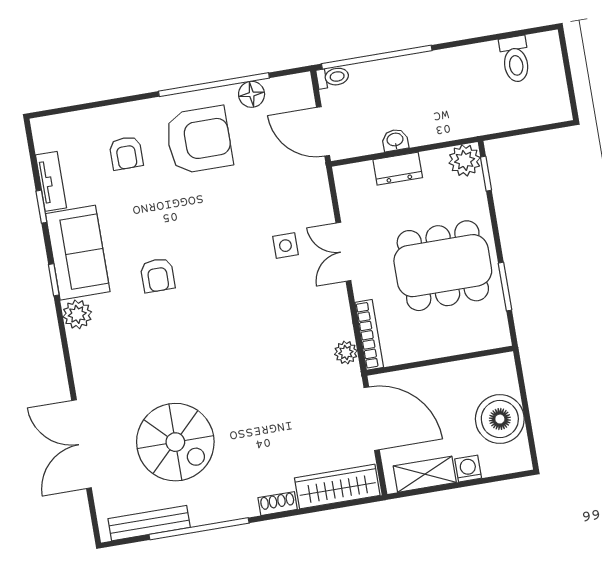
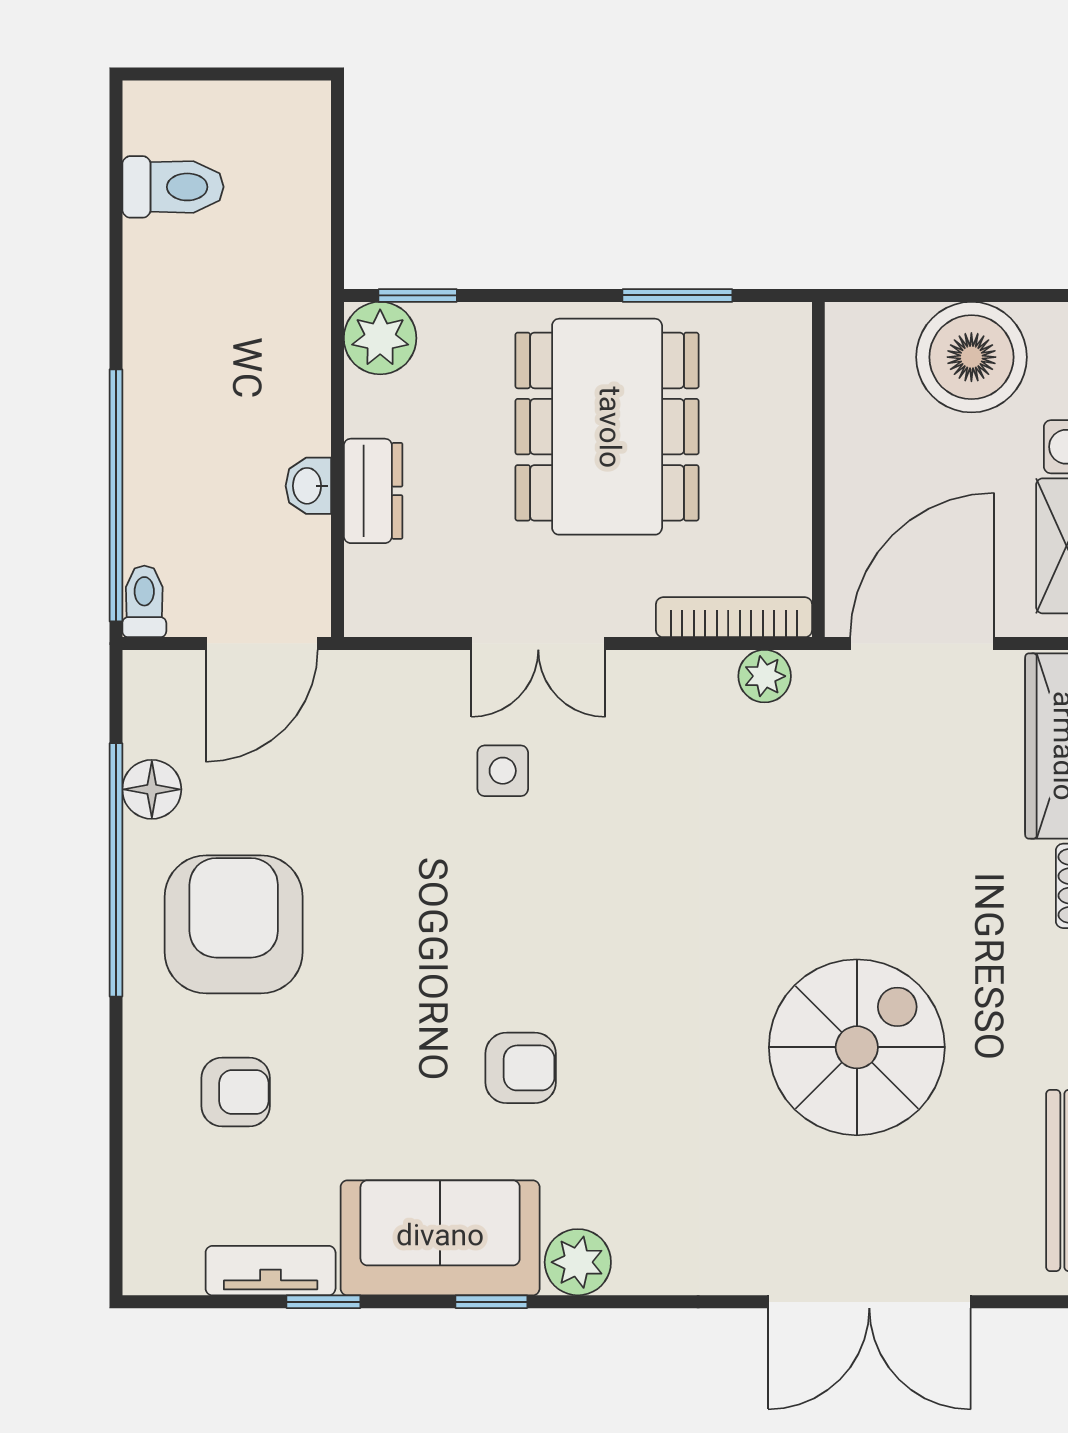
spiral stairs: (175, 442) -> (857, 1047), moved

